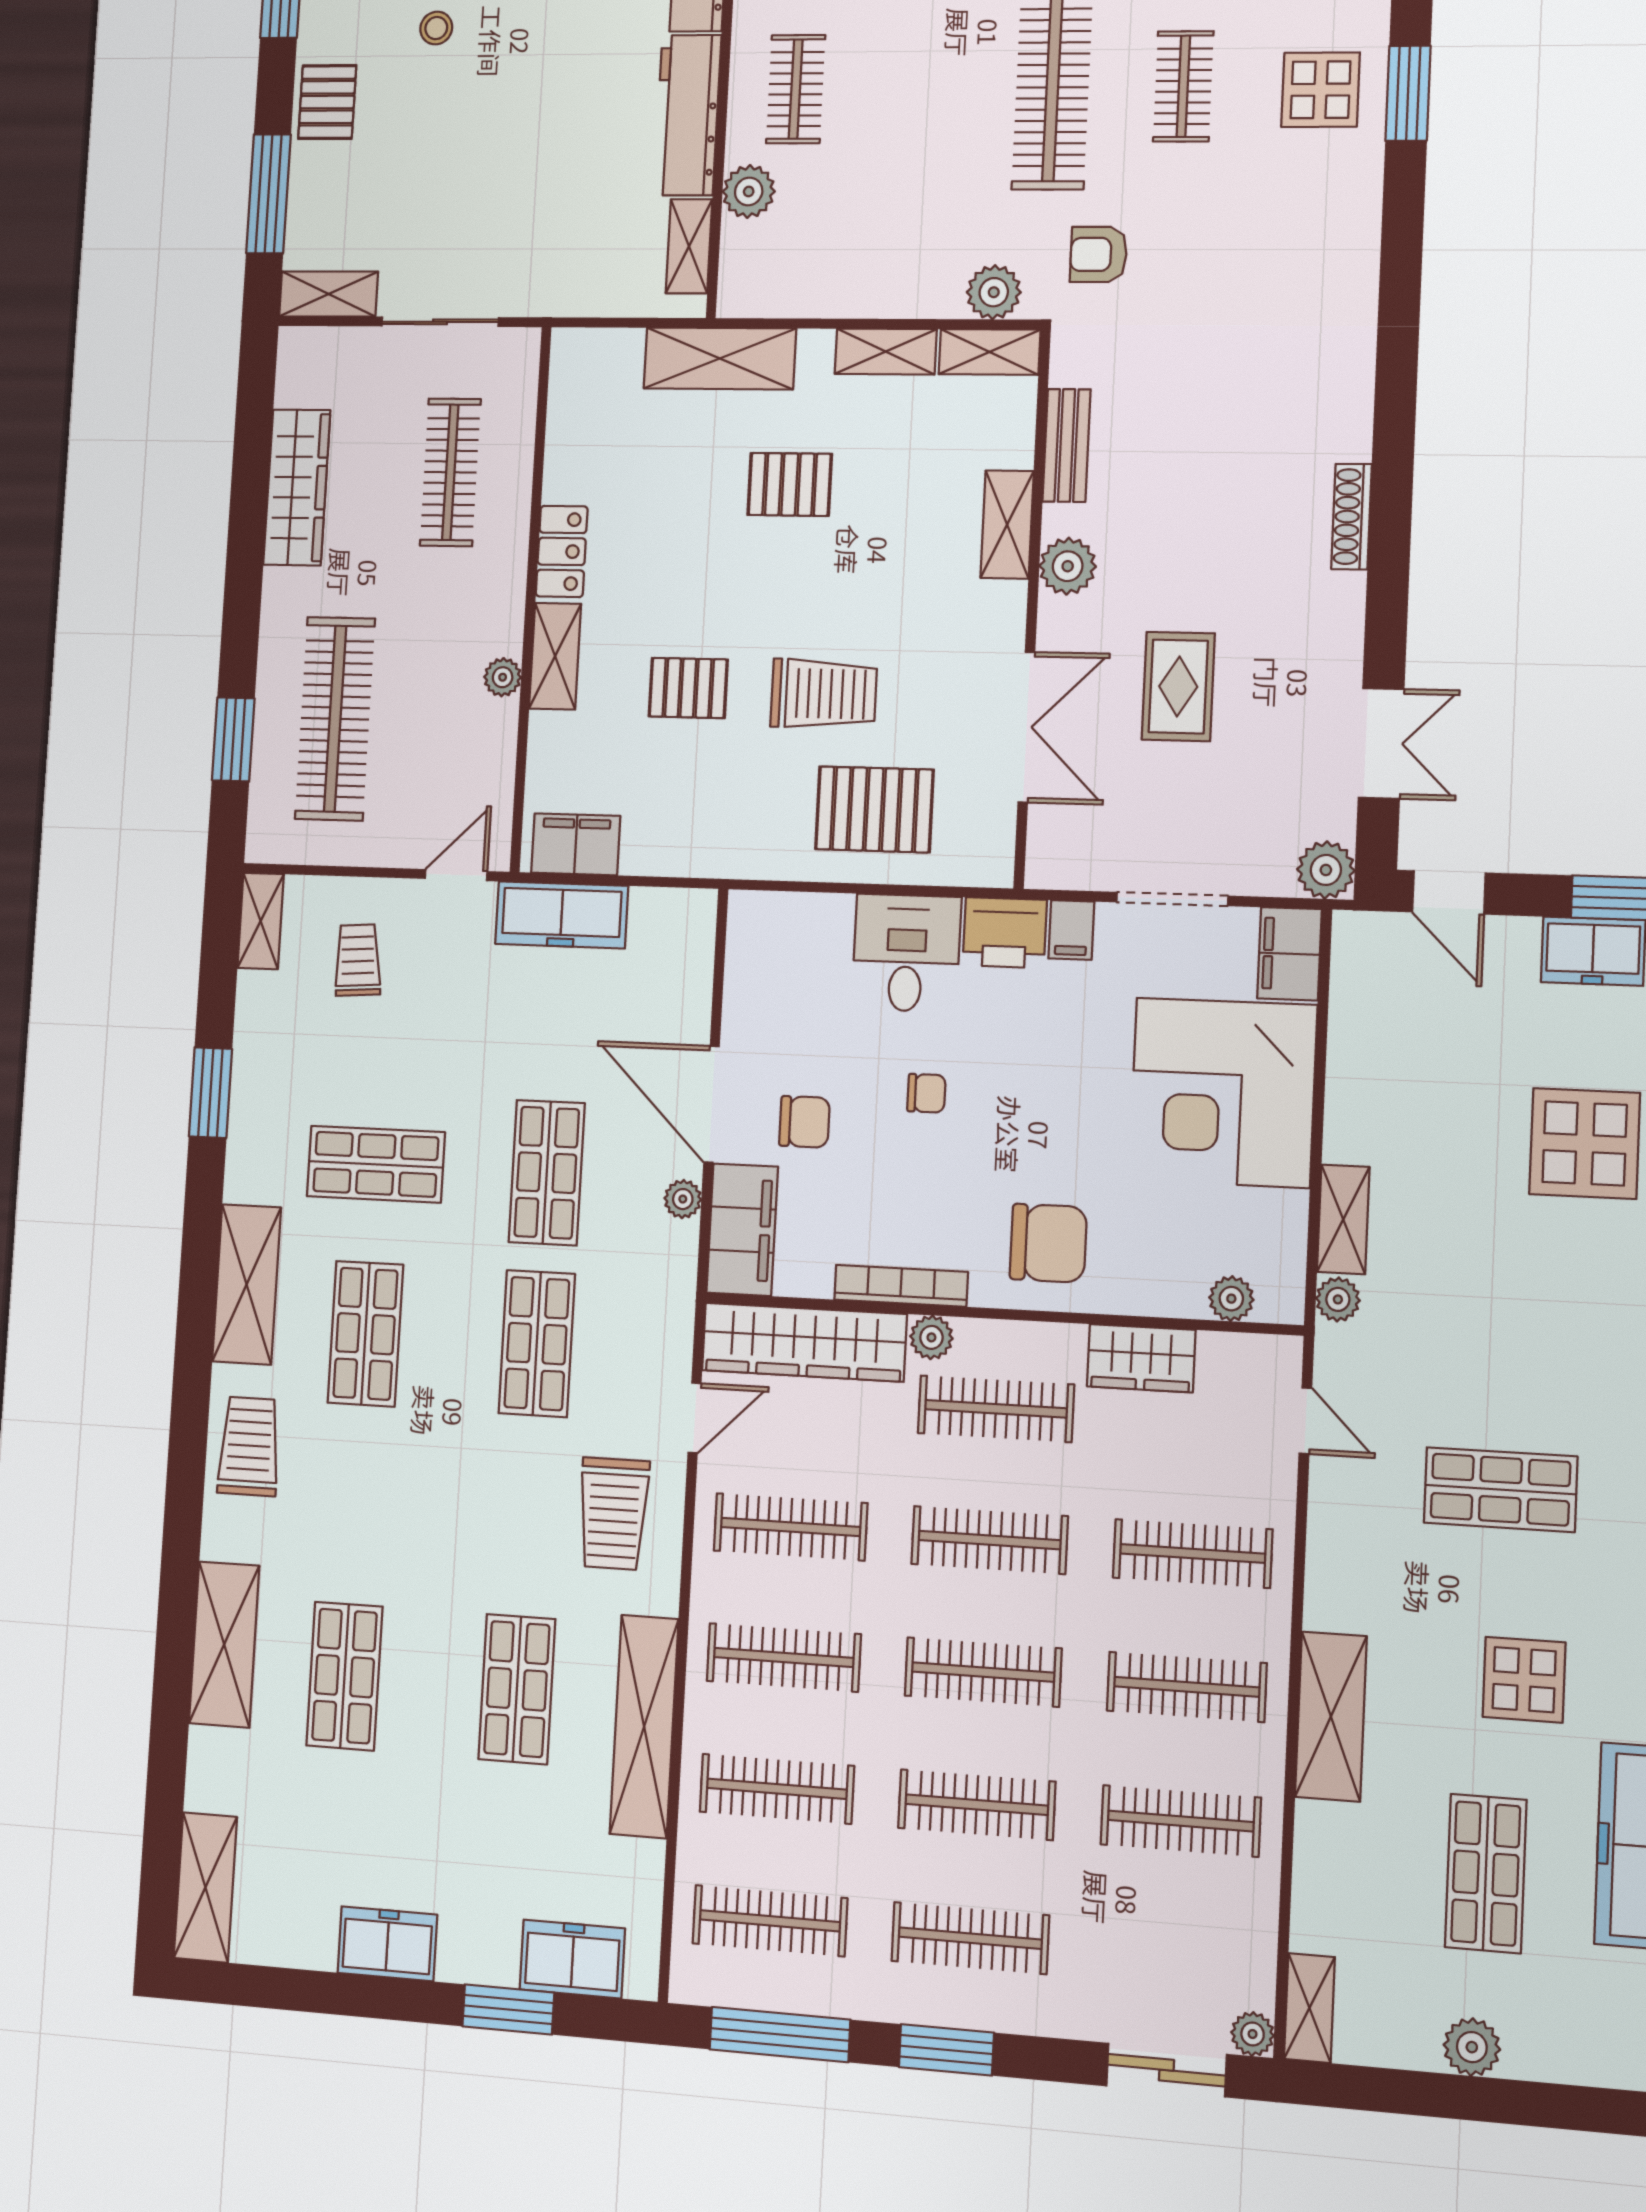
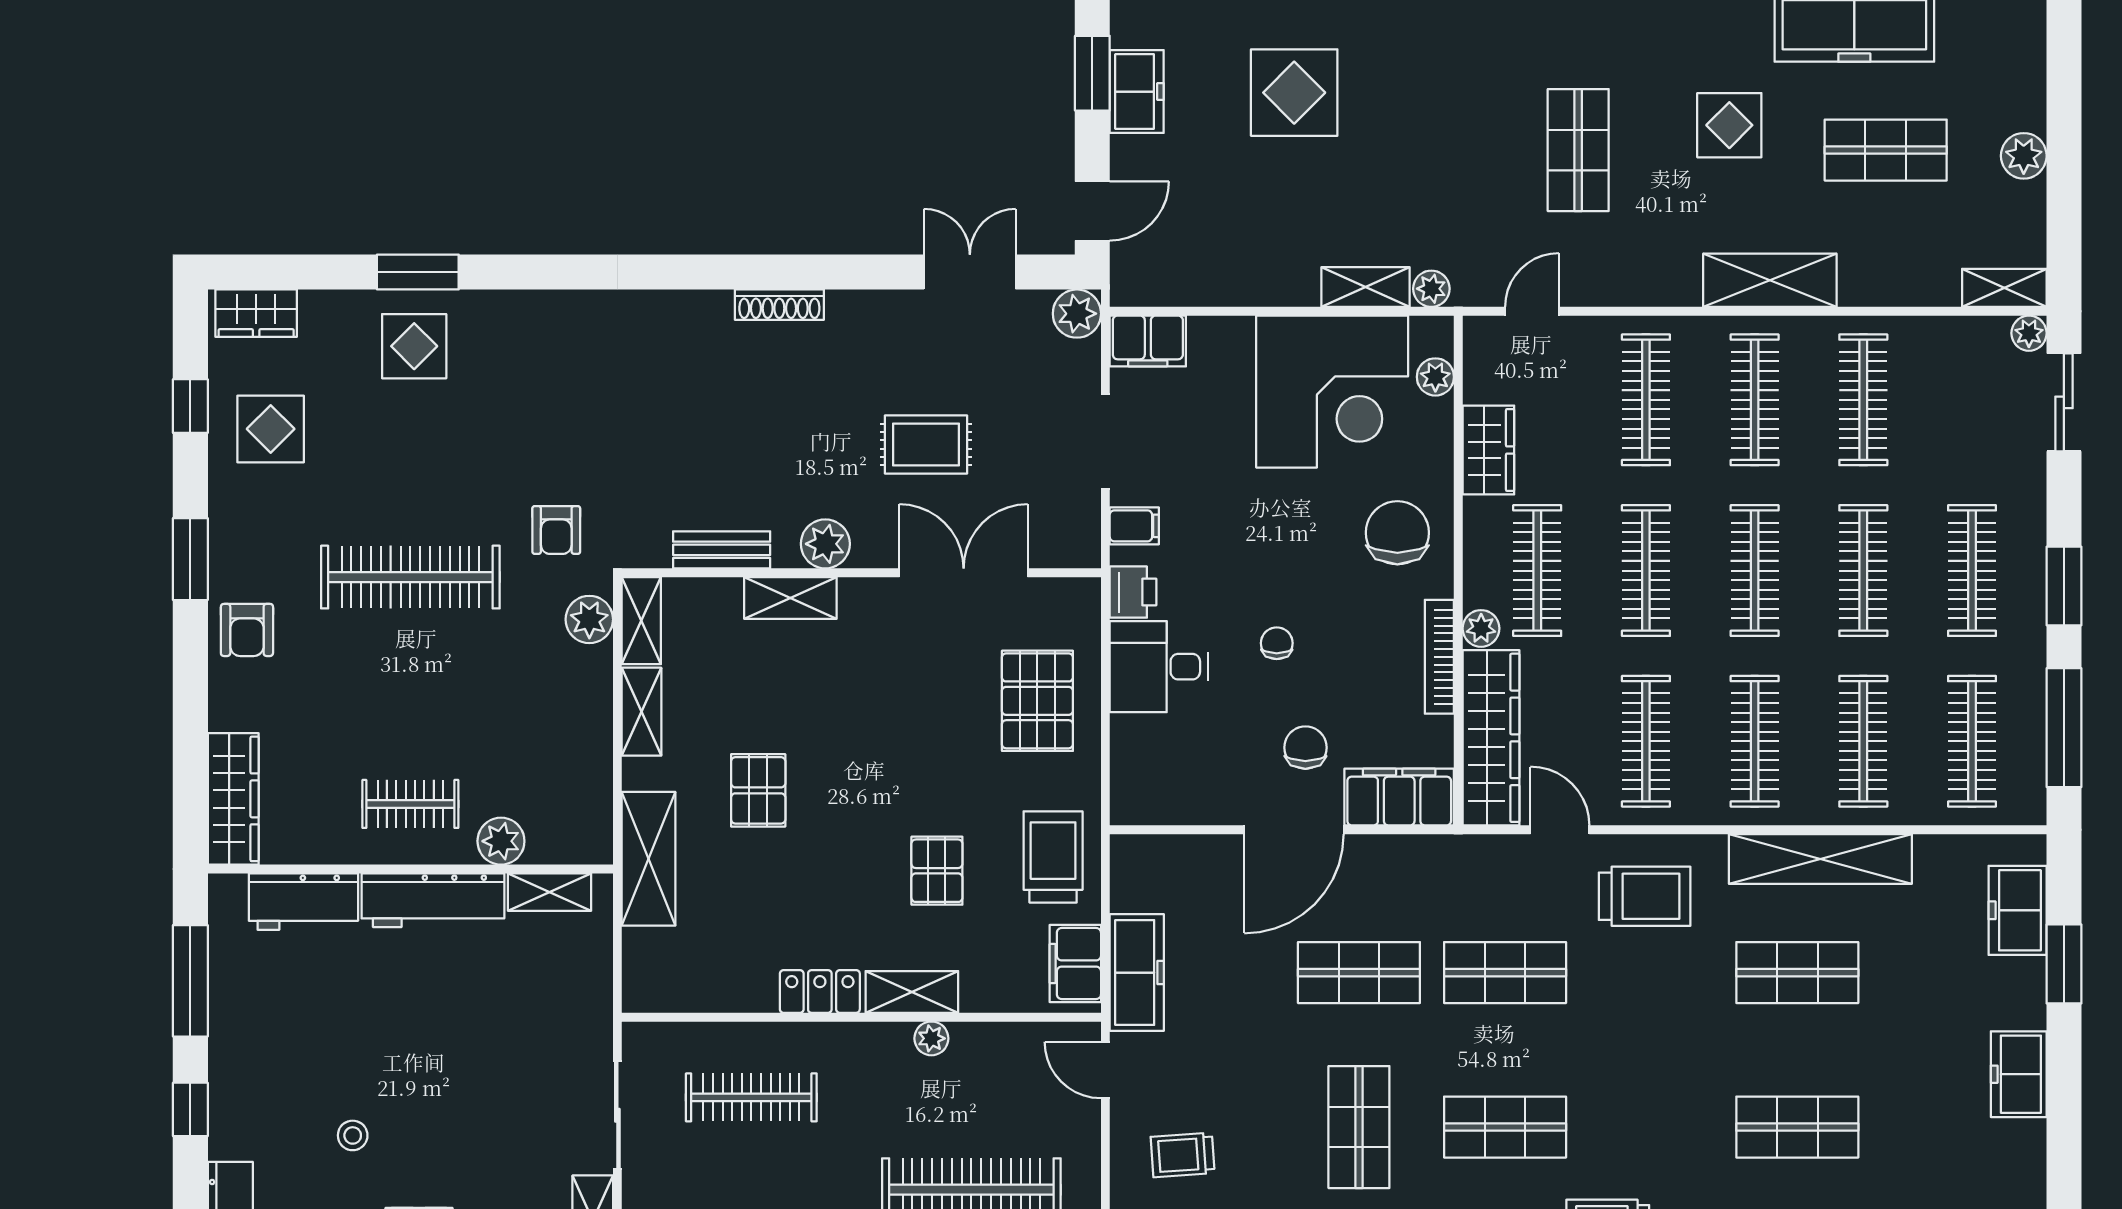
clothes rail: (1183, 86) -> (410, 464), removed
trolley: (824, 694) -> (1053, 857), moved
printer: (1005, 933) -> (1133, 592), width x0.73, depth x0.81
corner desk: (1223, 1092) -> (1332, 392), moved
plant: (683, 1199) -> (1376, 851), removed

